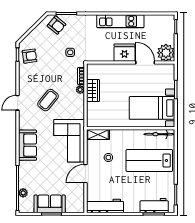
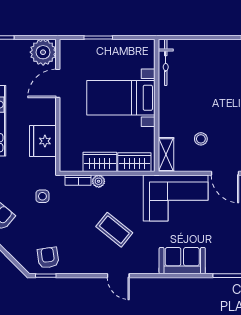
fridge: (124, 53) -> (43, 141), moved
bed with nightstands: (152, 108) -> (121, 98), moved, turned 90
wardrobe: (93, 113) -> (134, 162), added
lab bench: (149, 160) -> (205, 77), removed

